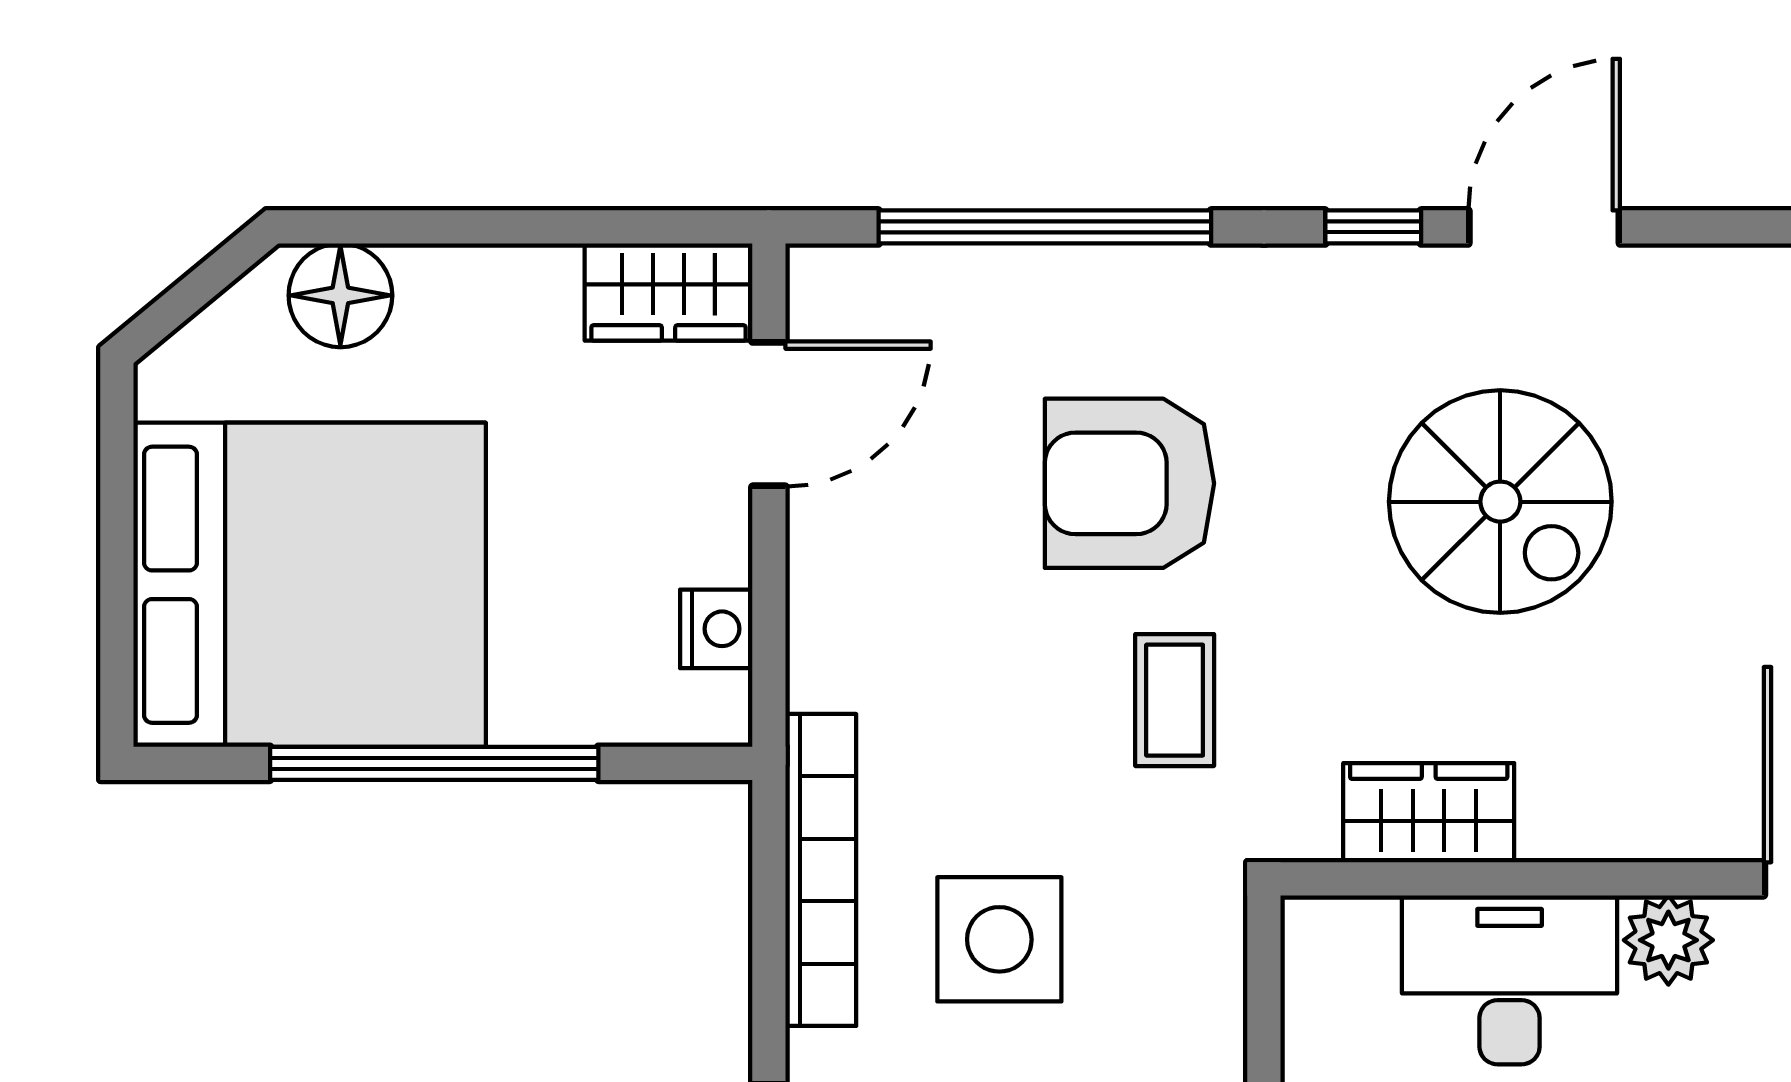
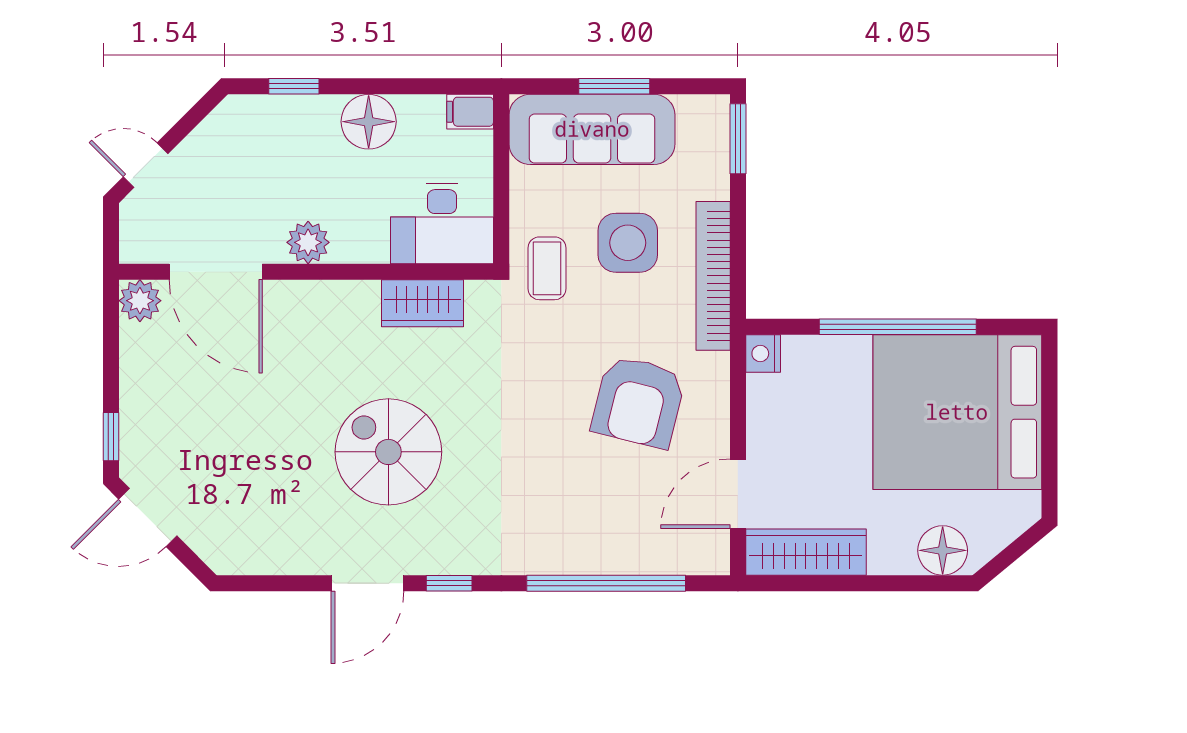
wardrobe: (669, 292) -> (806, 552), width x1.50
armchair: (1129, 483) -> (638, 402), moved, turned 104
nightstand: (716, 629) -> (763, 354), moved
coffee table: (1175, 700) -> (547, 268), moved
desk: (1510, 980) -> (442, 223), moved

